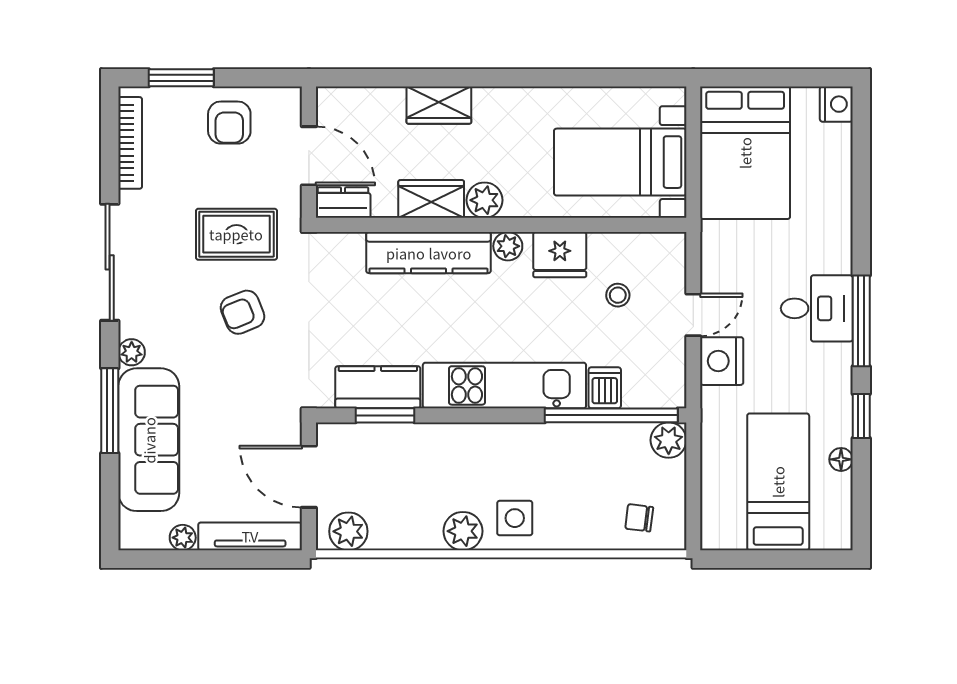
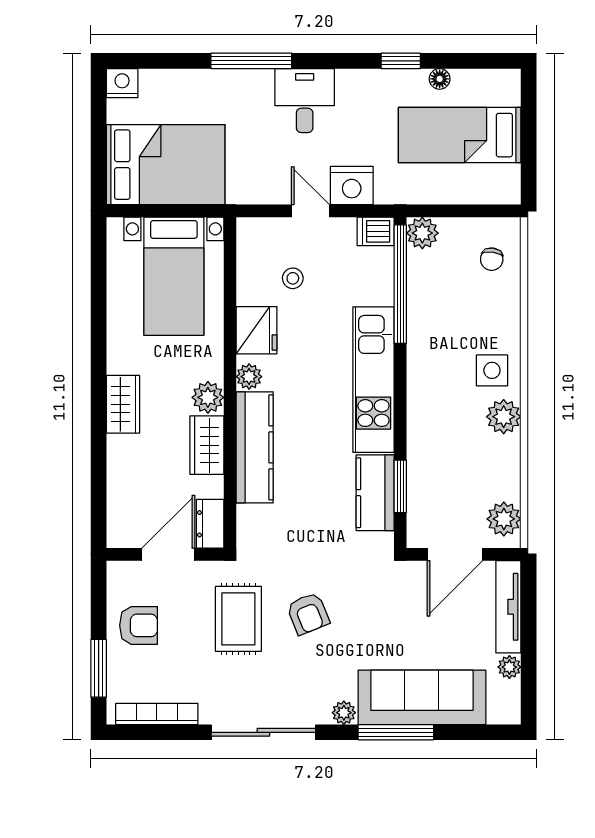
wardrobe: (439, 105) -> (123, 404), moved
window: (861, 321) -> (251, 61), moved
dishwasher: (605, 388) -> (376, 231), moved

